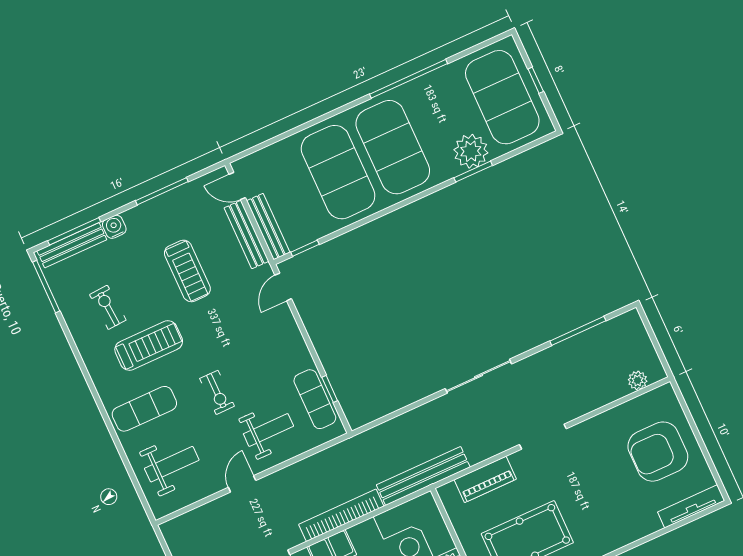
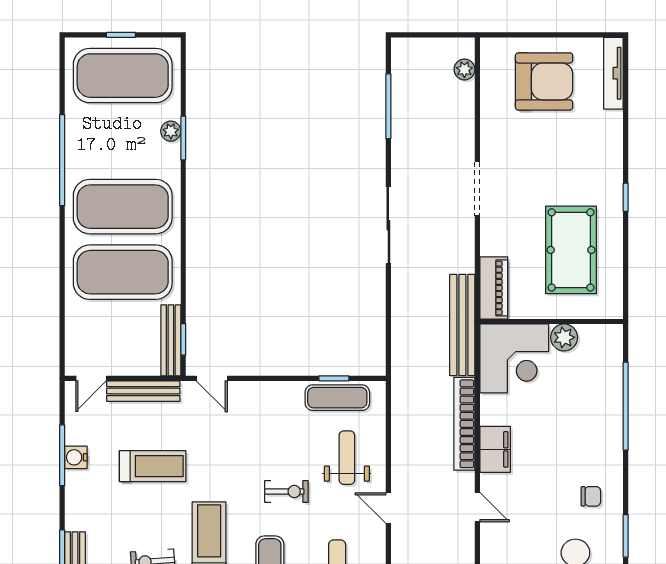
plant: (471, 151) -> (171, 131), width x0.53, depth x0.53
water cooler: (114, 227) -> (76, 457), moved
bench: (268, 227) -> (171, 340), moved, turned 90
armchair: (658, 452) -> (544, 81), turned -90
piano: (485, 479) -> (494, 288), moved

